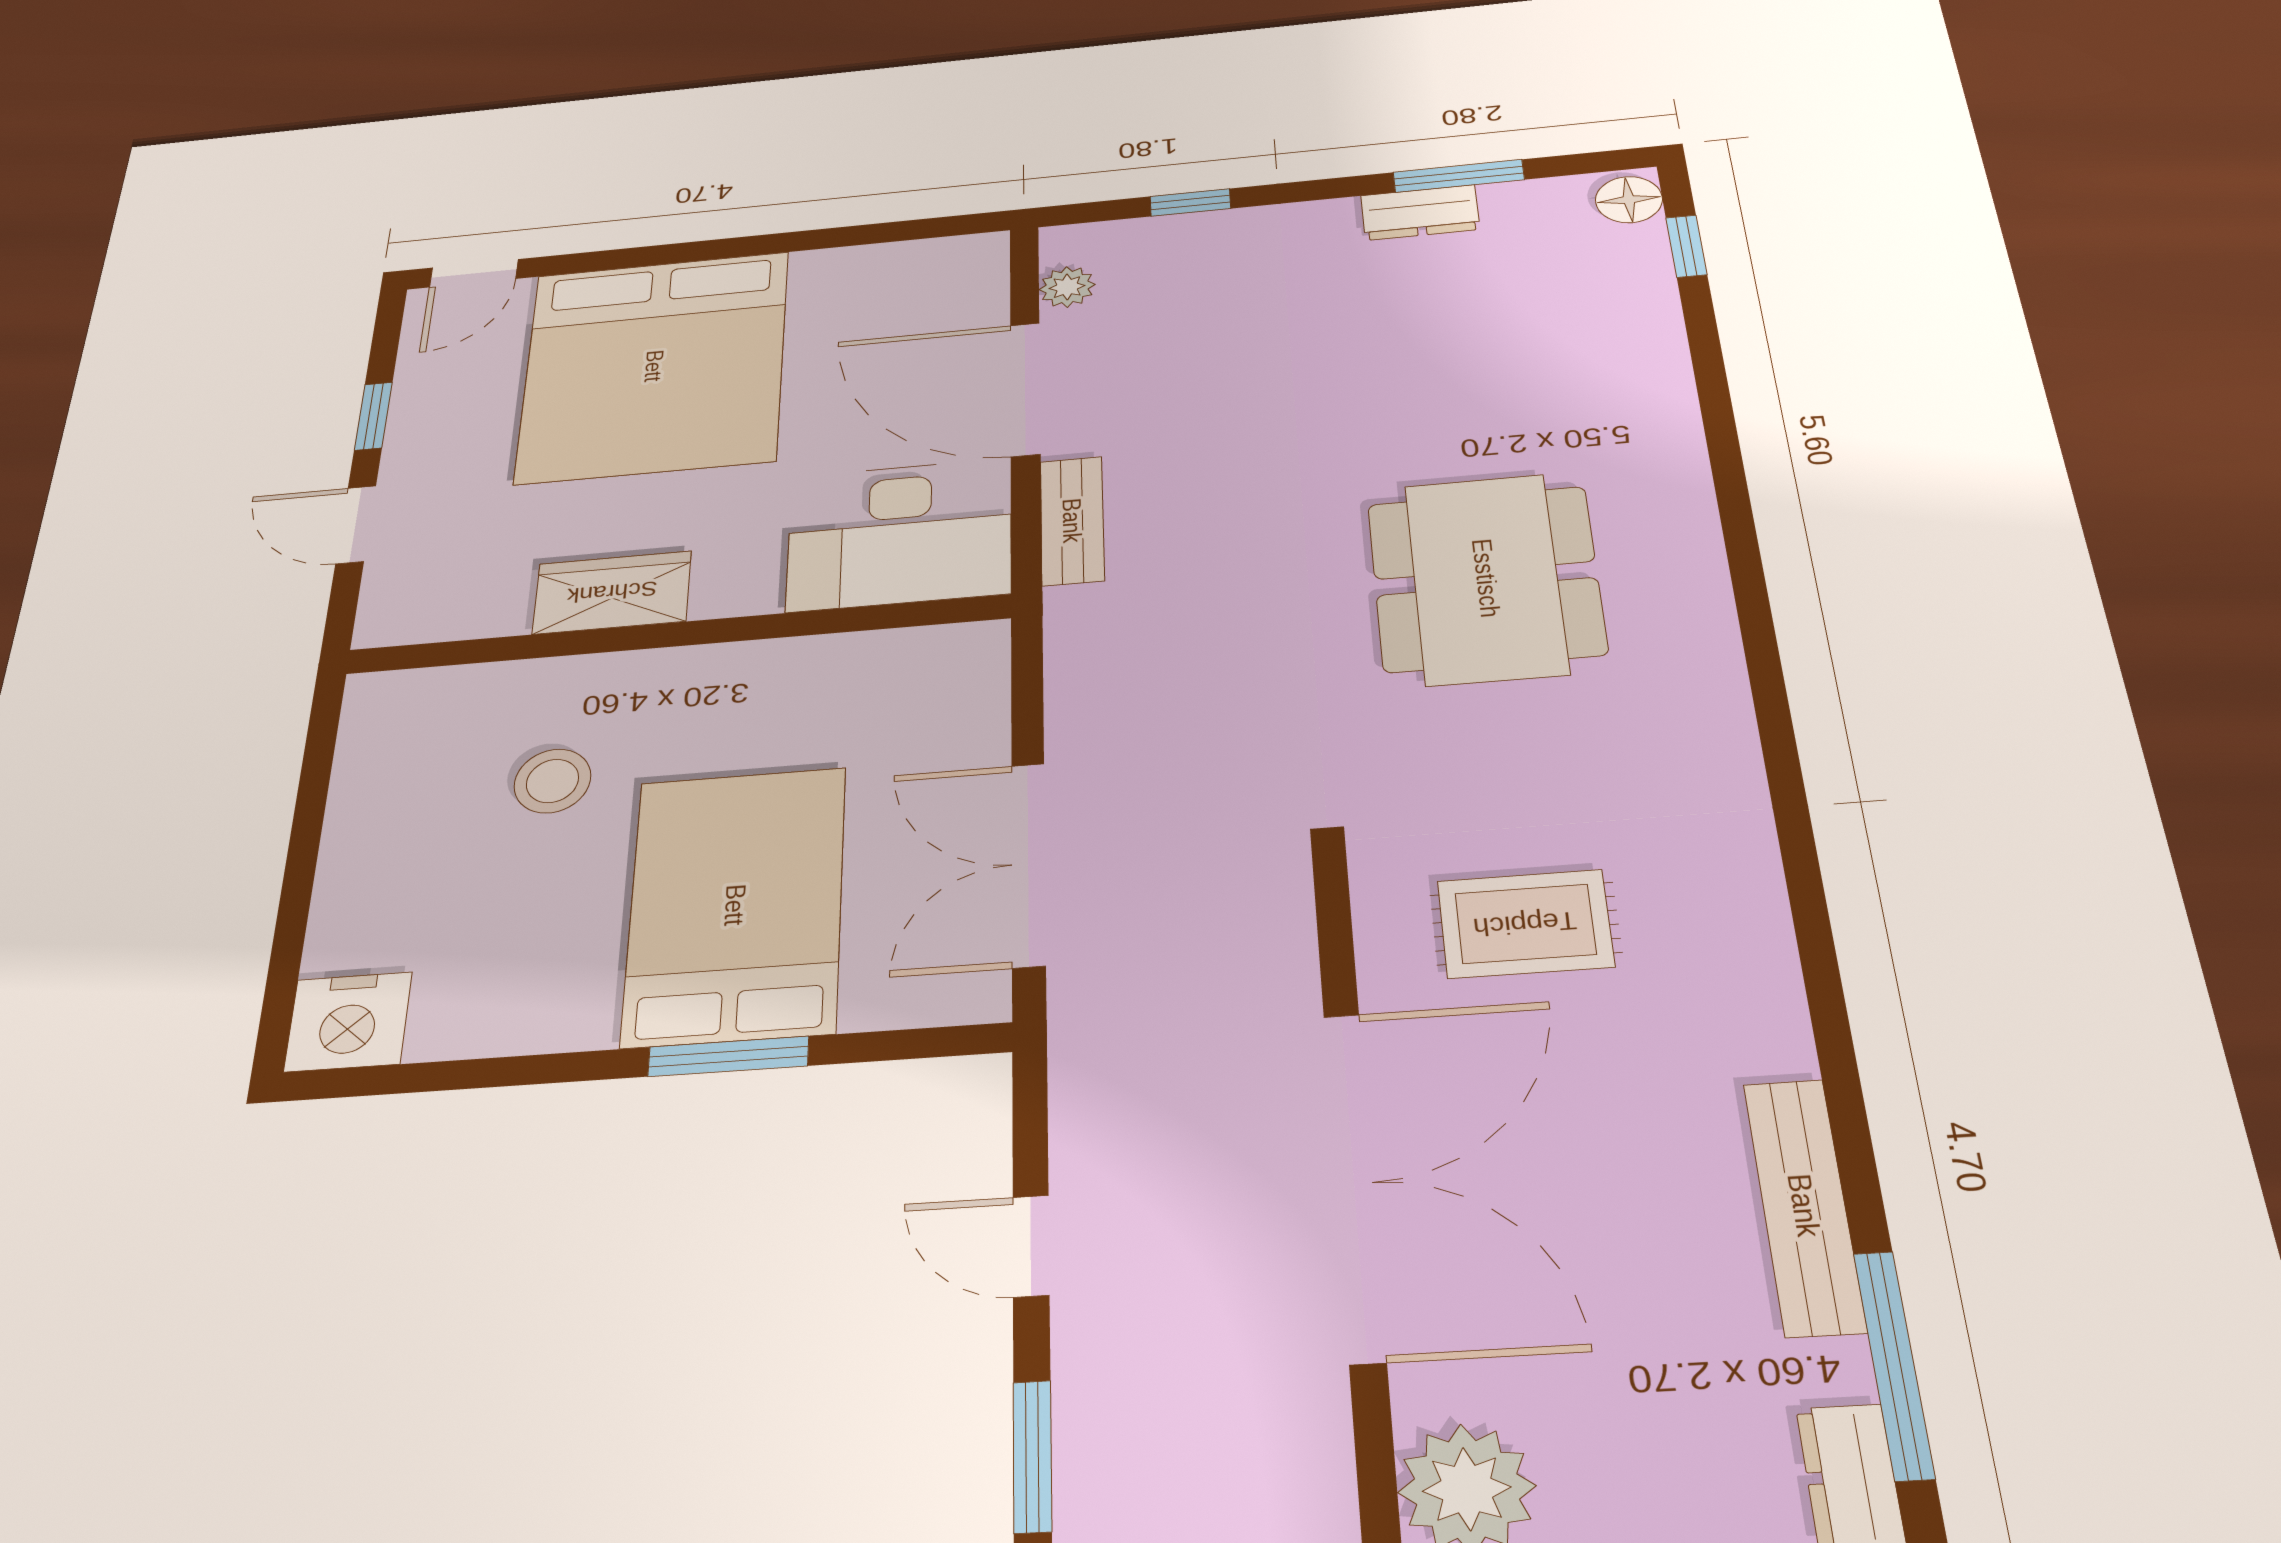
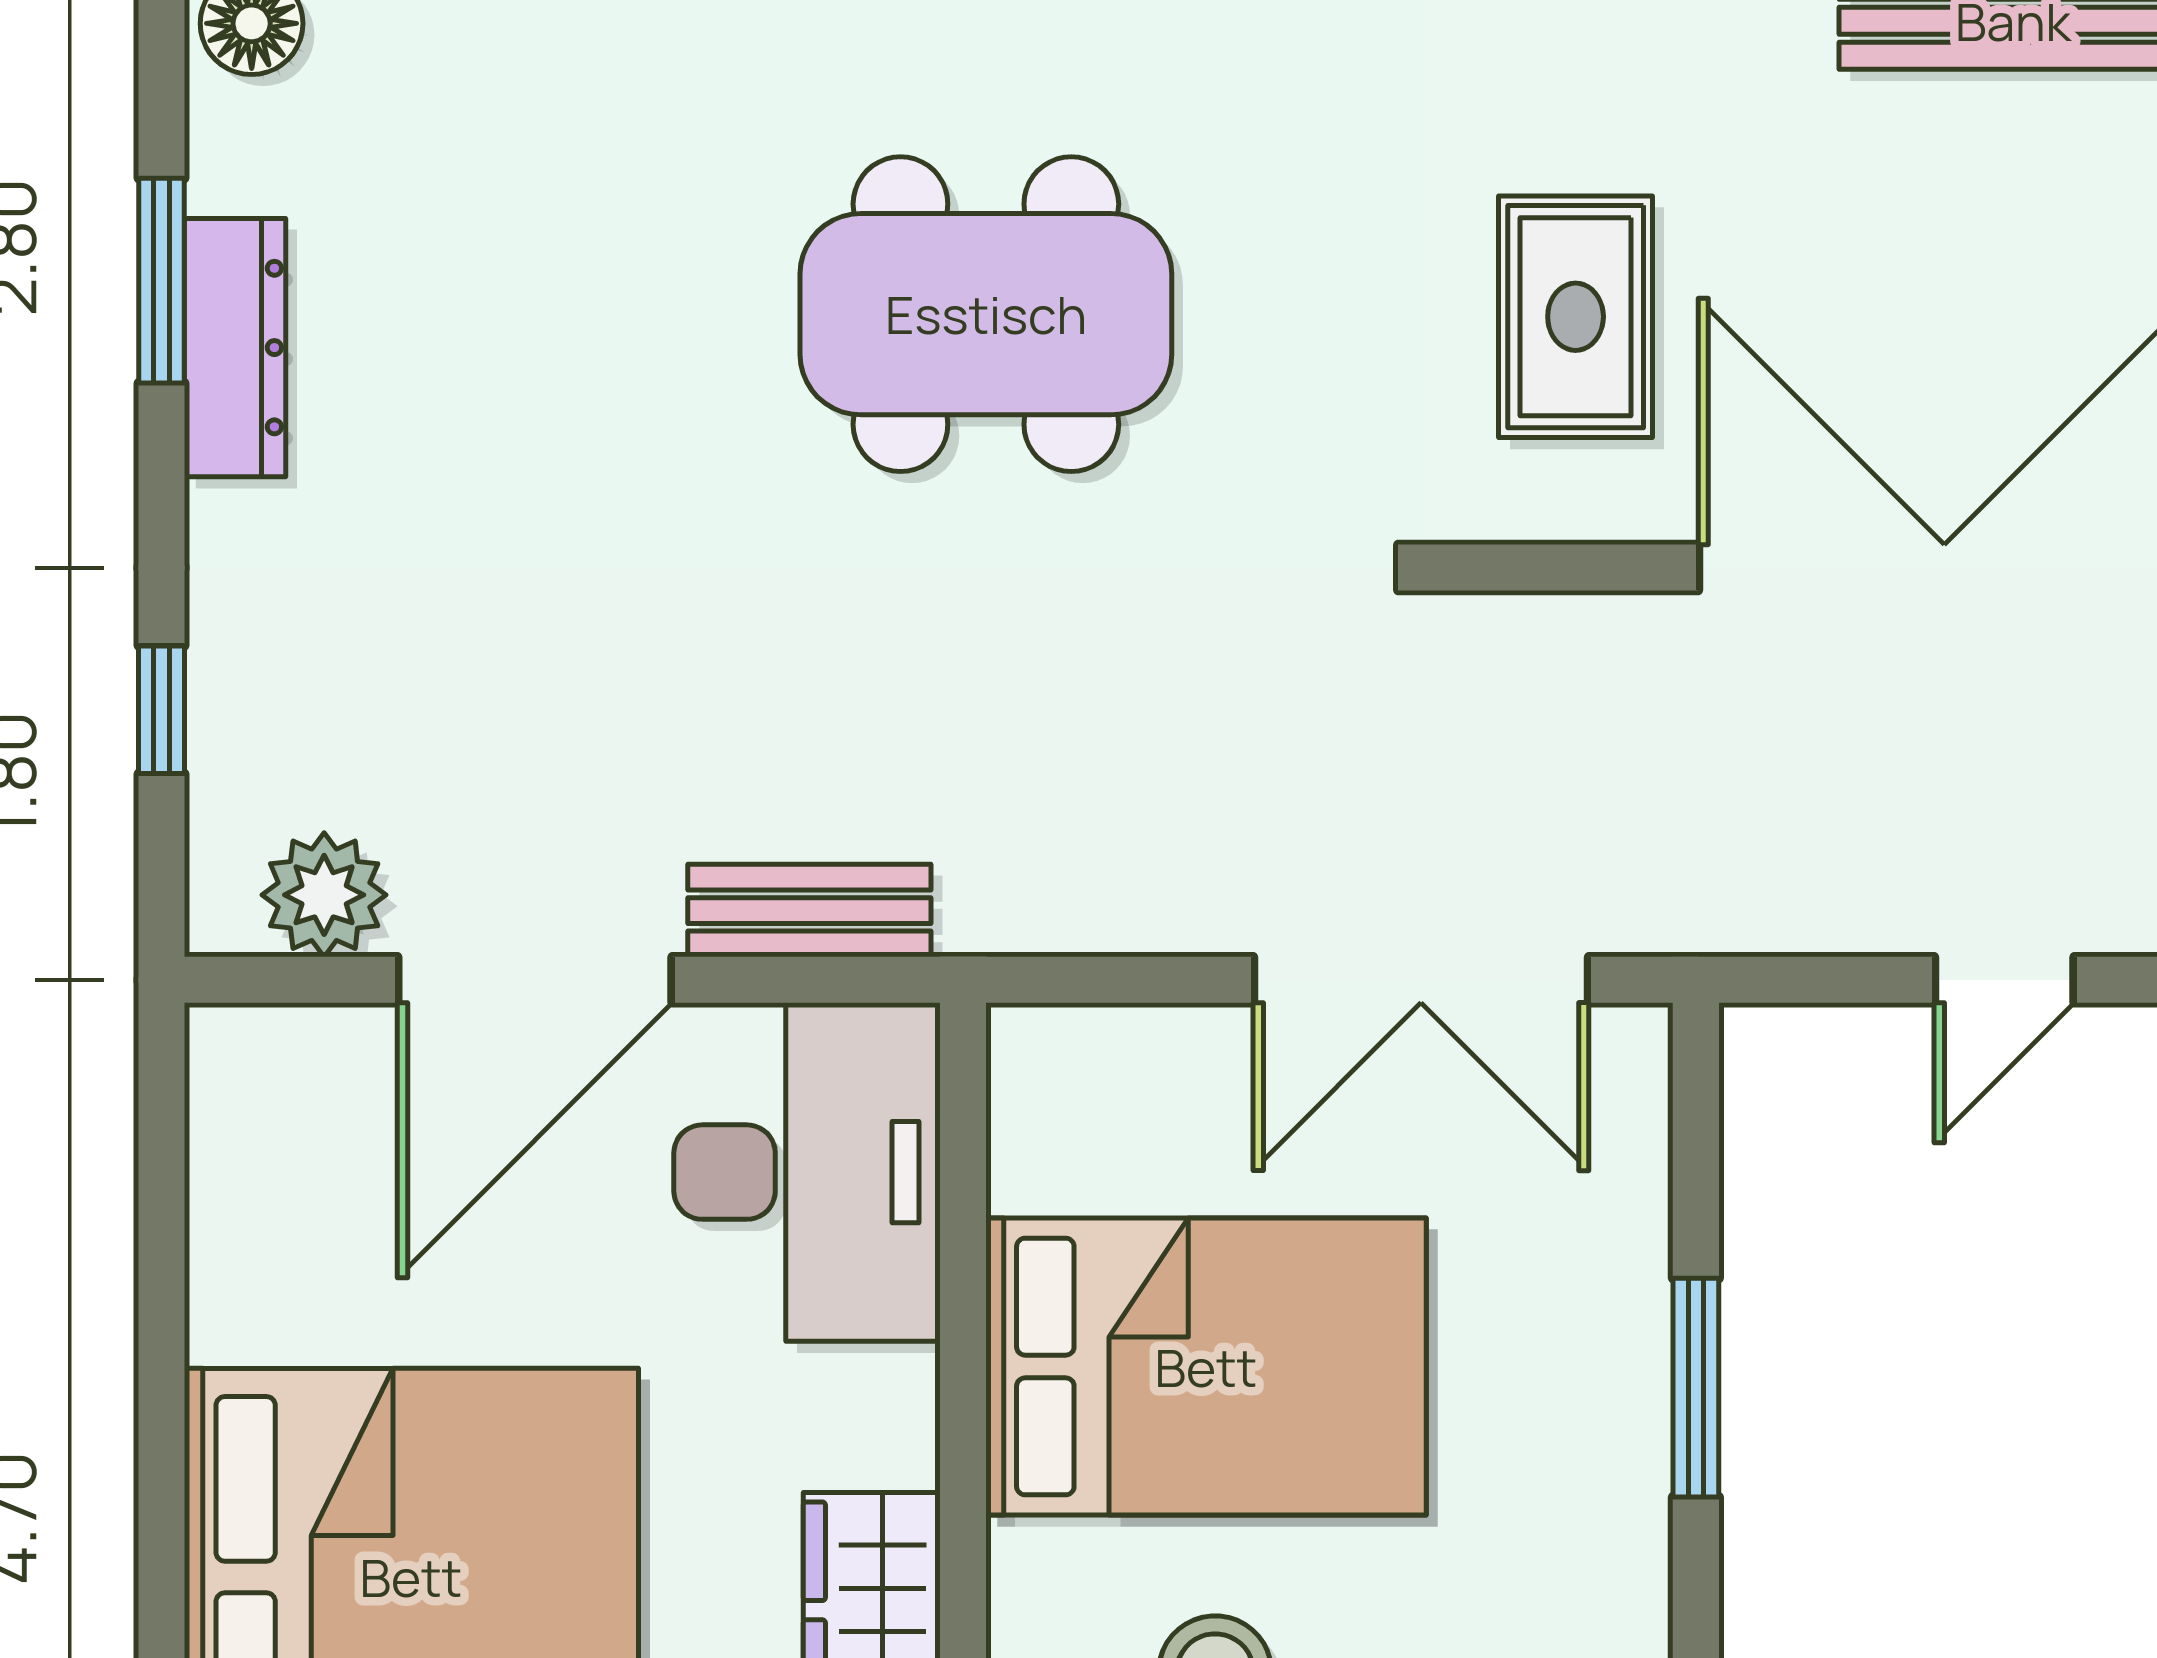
dresser: (1420, 212) -> (235, 348), width x1.44
plant: (1067, 287) -> (324, 895), width x1.38, depth x1.38
bed: (735, 905) -> (1206, 1367), moved, turned 180

